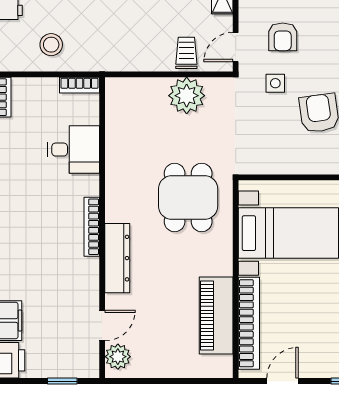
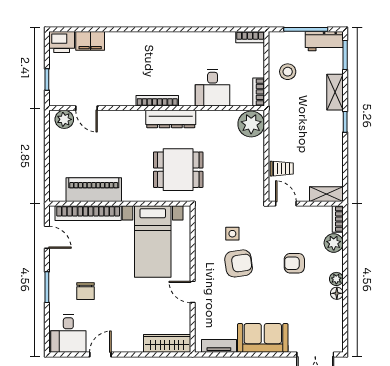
armchair: (283, 37) -> (294, 263), moved
side table: (275, 83) -> (232, 234), moved
plant: (187, 96) -> (251, 124), moved
dresser: (117, 258) -> (171, 119), moved

